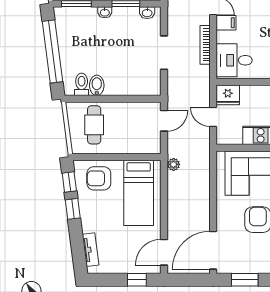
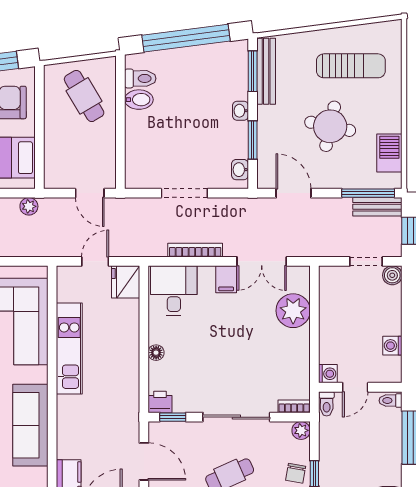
cafe table: (94, 125) -> (84, 96), turned 59

